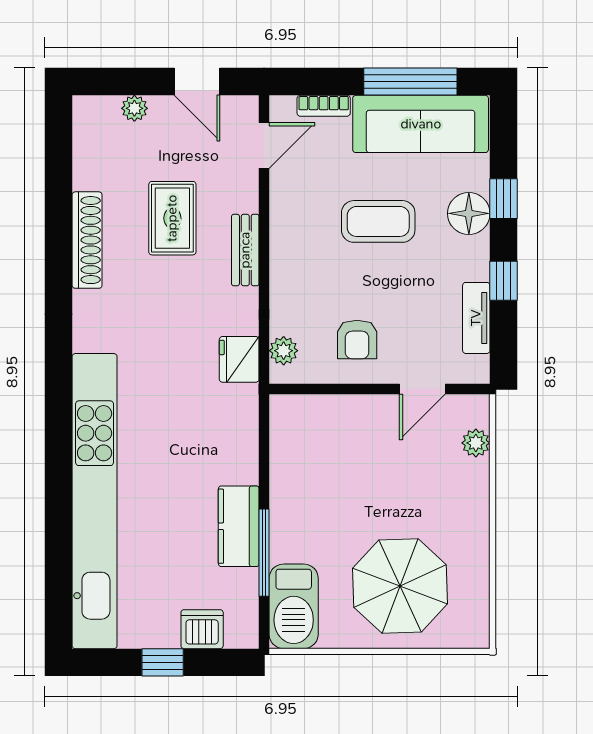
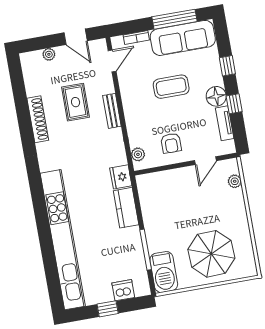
floor lamp: (469, 213) -> (216, 96), moved
fridge: (239, 359) -> (121, 177), moved
kitchen counter: (239, 526) -> (126, 208), moved

